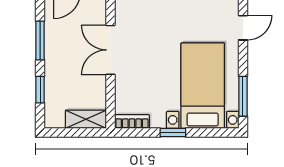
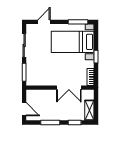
door: (243, 28) -> (44, 22), hinge flipped
double door: (110, 50) -> (69, 88), moved
shelving: (86, 119) -> (89, 110), moved

